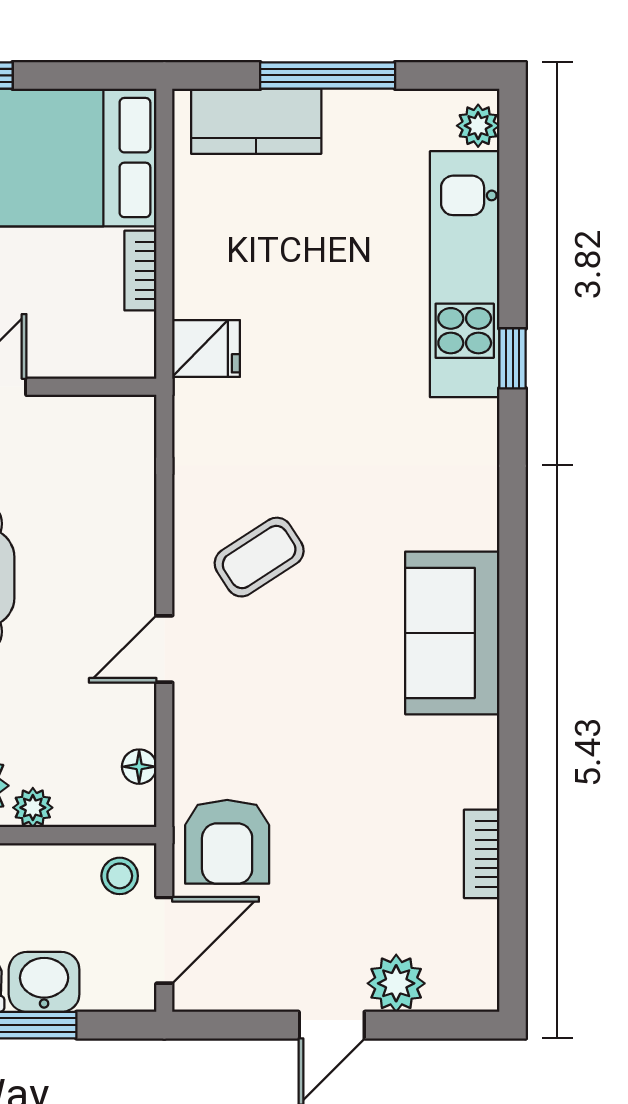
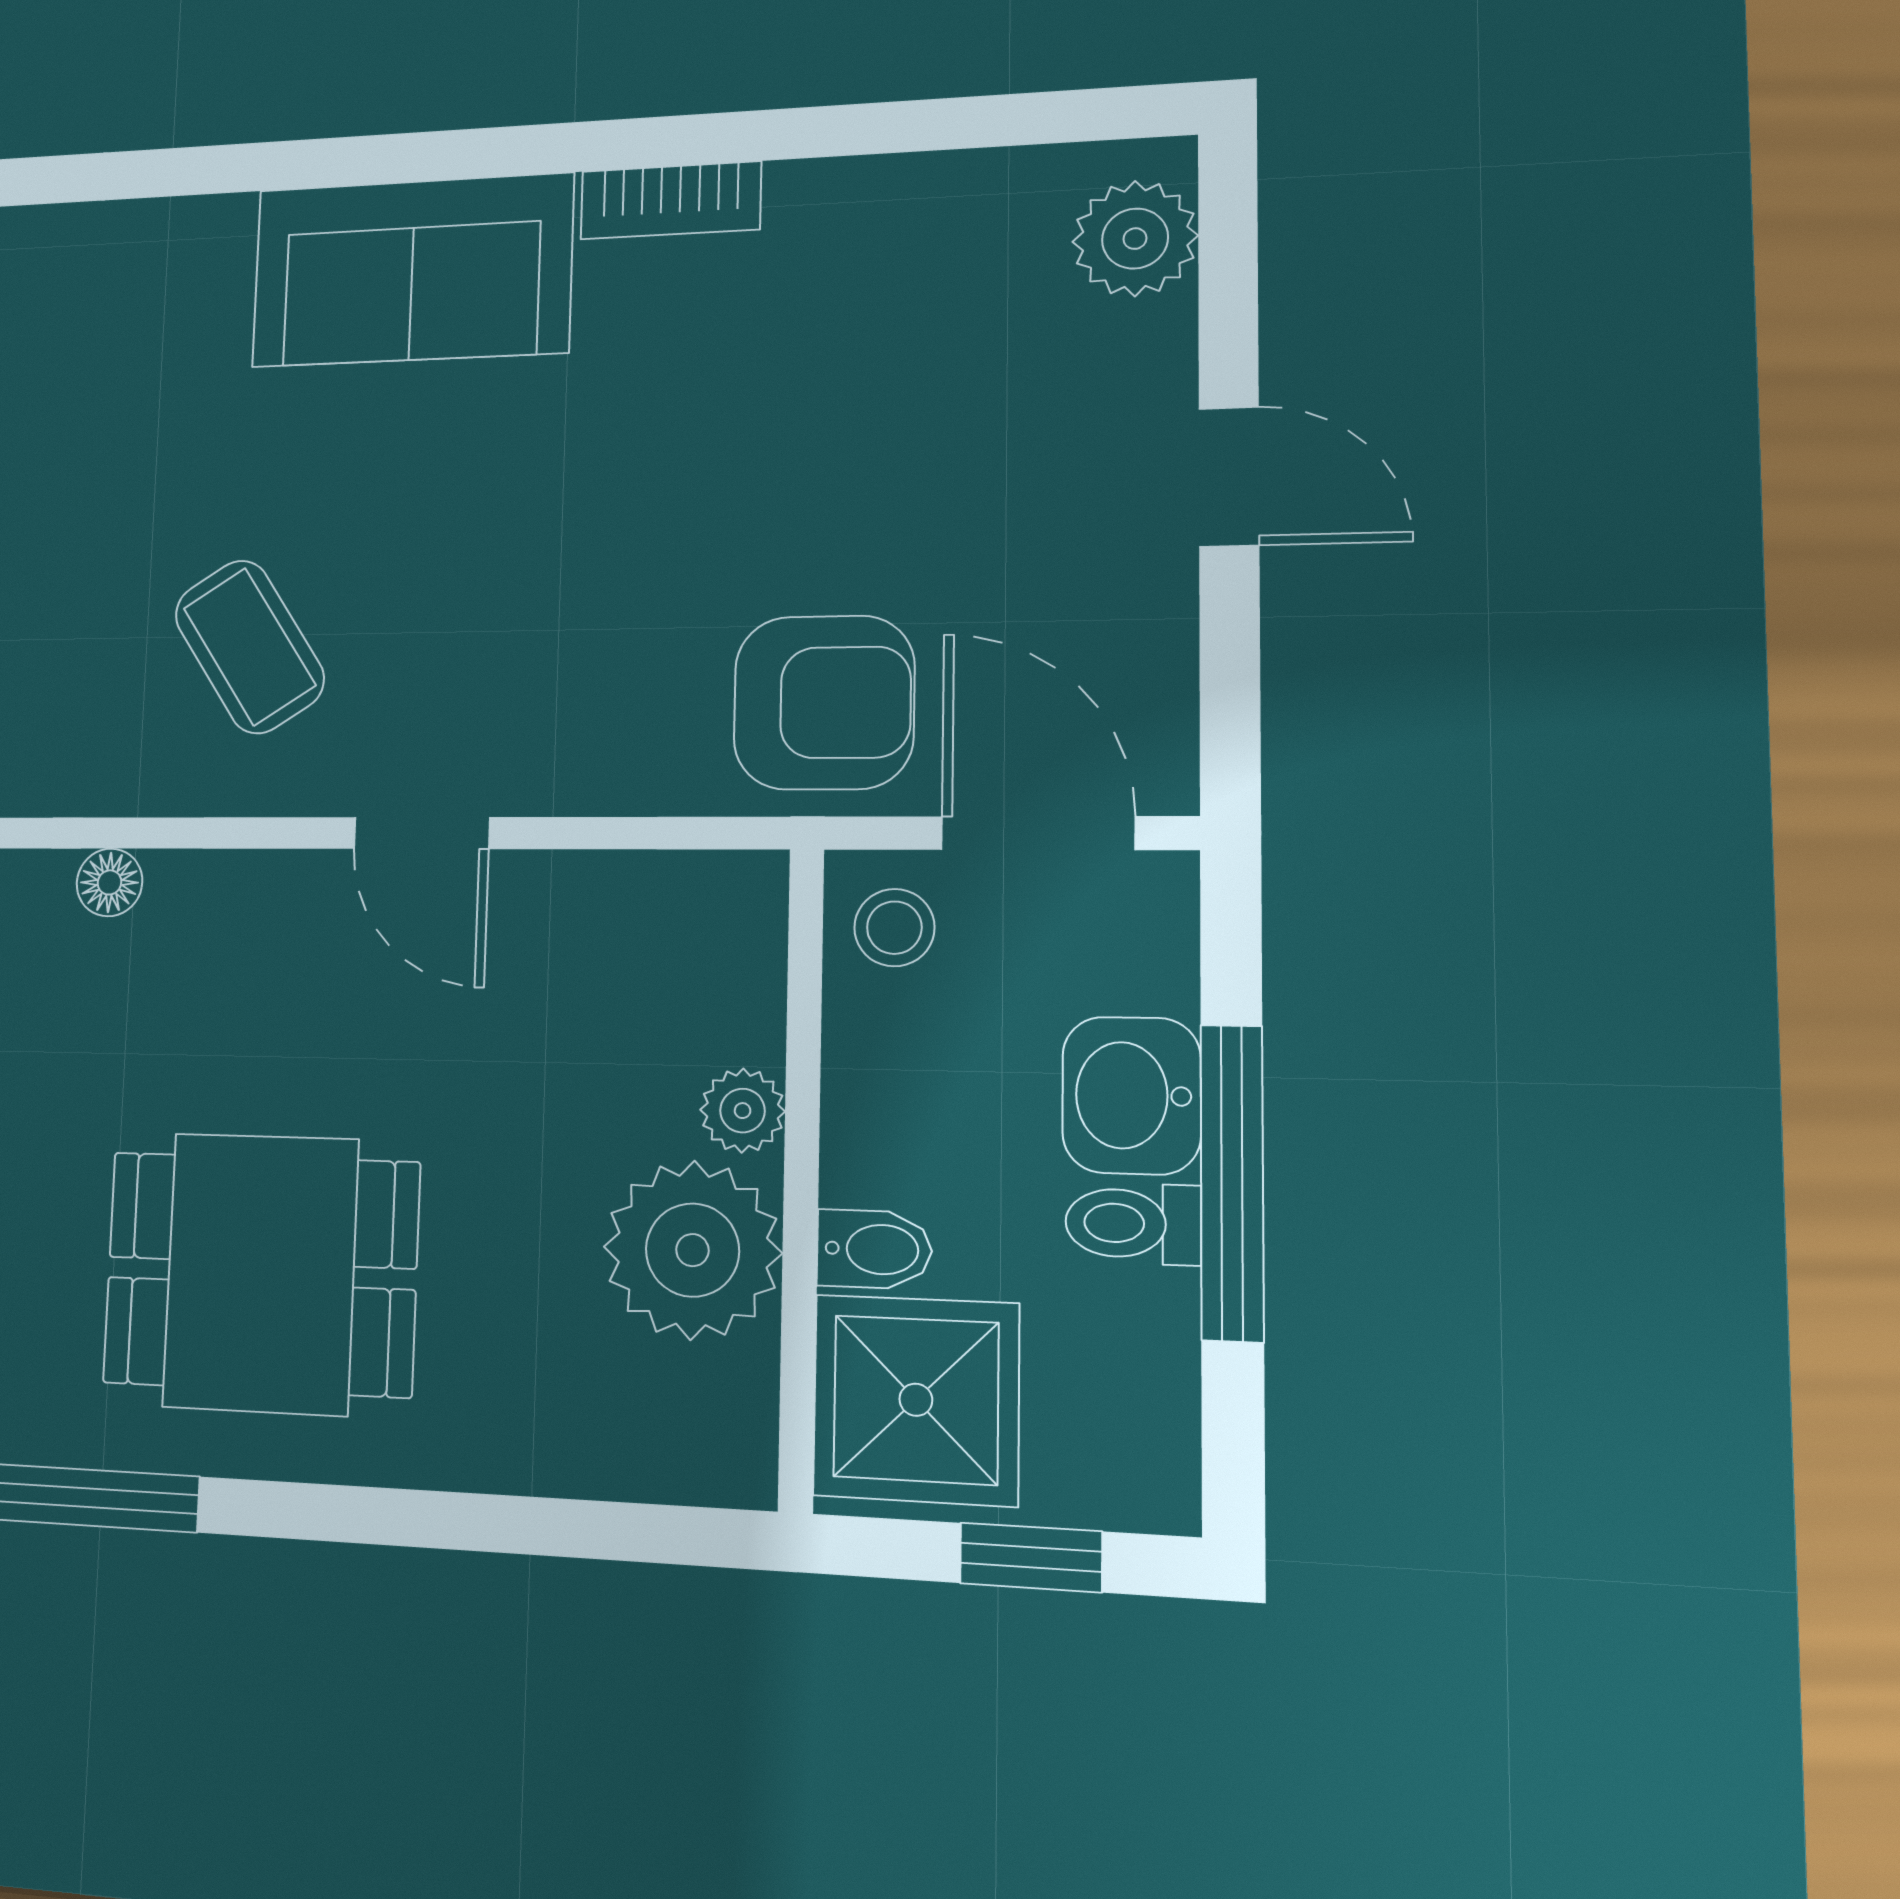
floor lamp: (139, 767) -> (109, 882), moved
bookcase: (482, 854) -> (670, 200), moved
plant: (396, 983) -> (1135, 239), moved

